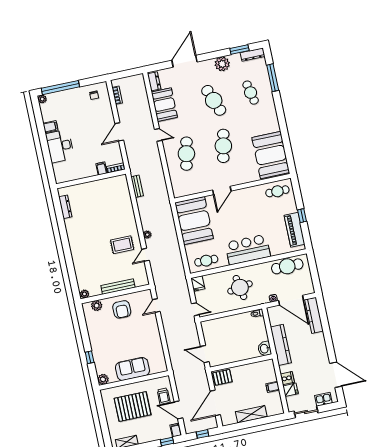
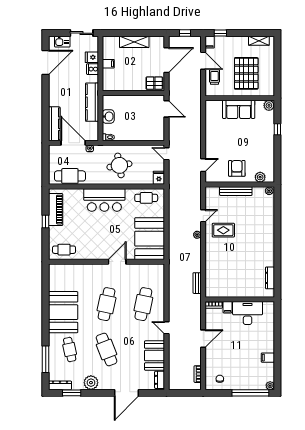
desk: (60, 146) -> (248, 313), moved, turned -90
booth: (271, 155) -> (63, 312), moved
washbasin: (265, 349) -> (108, 116), moved
door: (336, 375) -> (46, 63), swing flipped
pallet: (133, 407) -> (246, 73), turned 90

